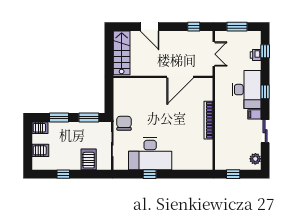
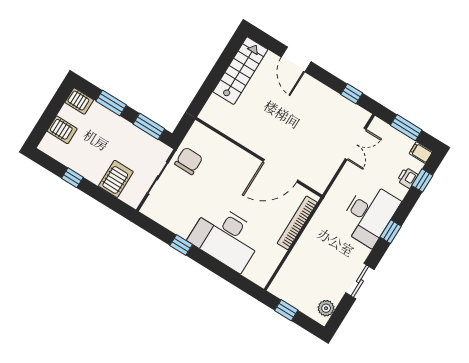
wall: (163, 77) -> (259, 157), moved
door: (180, 77) -> (280, 171), moved
filing cabinet: (254, 114) -> (421, 153), moved
desk: (150, 154) -> (226, 237), moved

